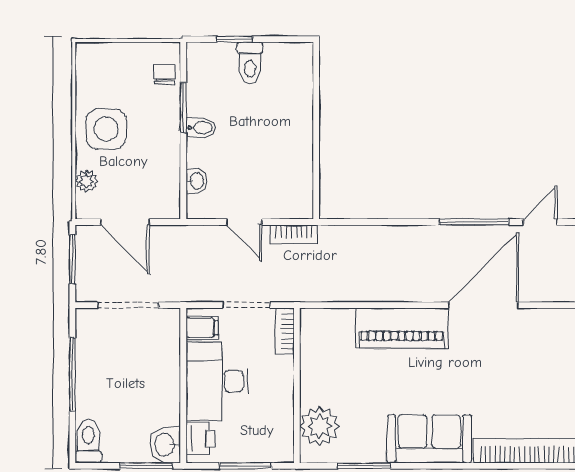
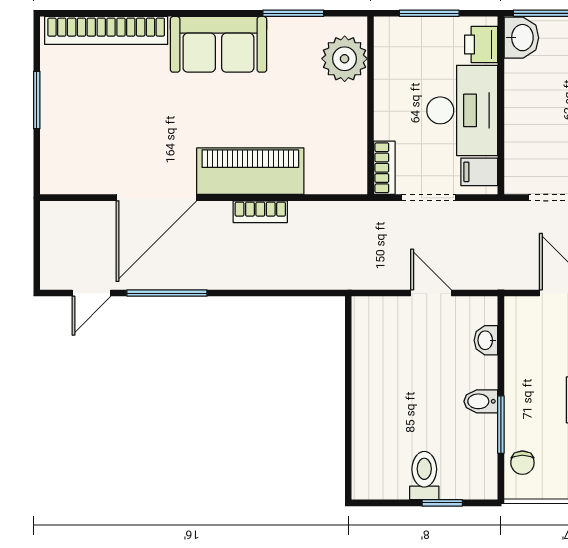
bookcase: (294, 234) -> (260, 212), moved, turned 180

